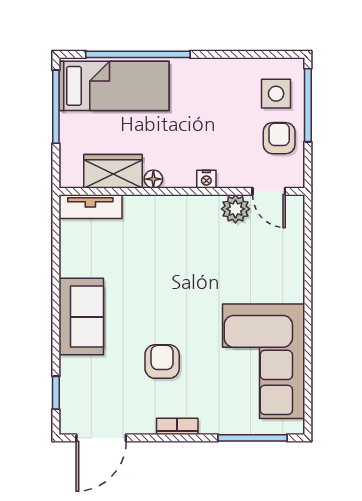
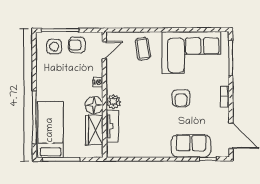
floor lamp: (153, 179) -> (94, 105), width x1.89, depth x1.89
tv unit: (90, 207) -> (112, 126), moved
plant: (235, 209) -> (113, 102), moved
coffee table: (271, 267) -> (143, 49), added
sofa: (81, 317) -> (191, 146), moved
armchair: (162, 362) -> (181, 98), moved, turned -90

